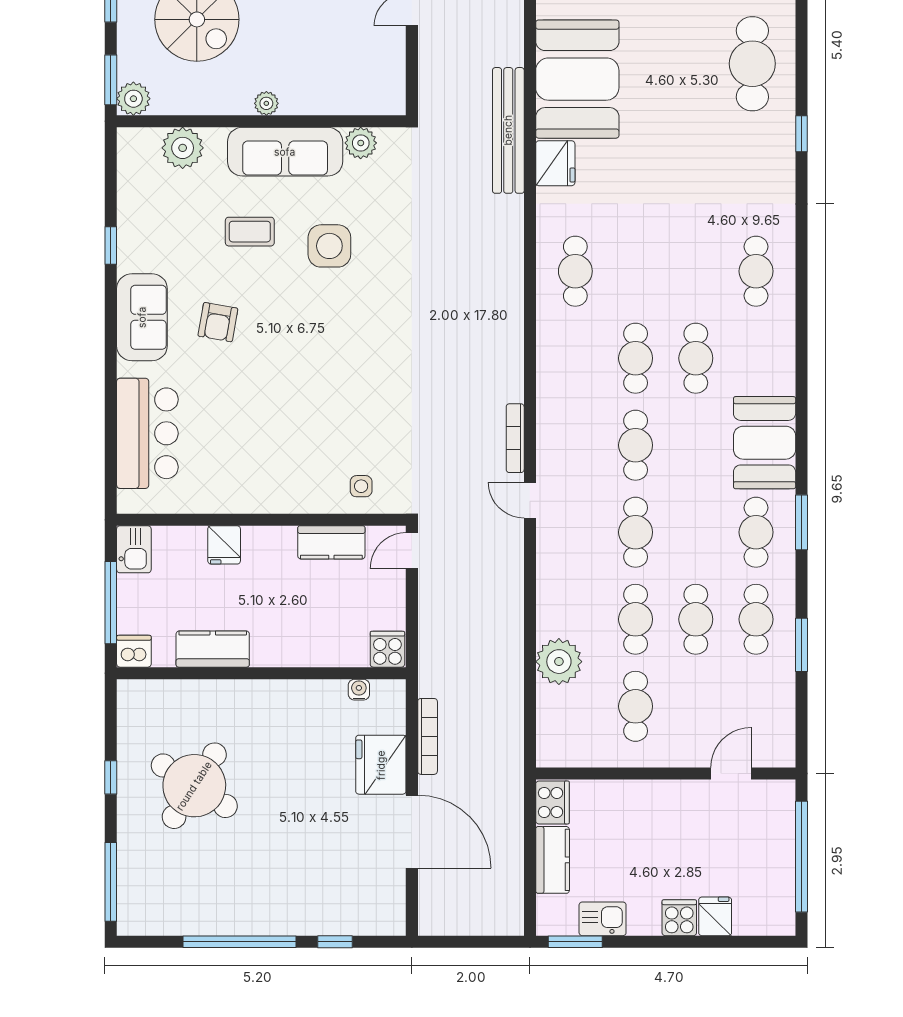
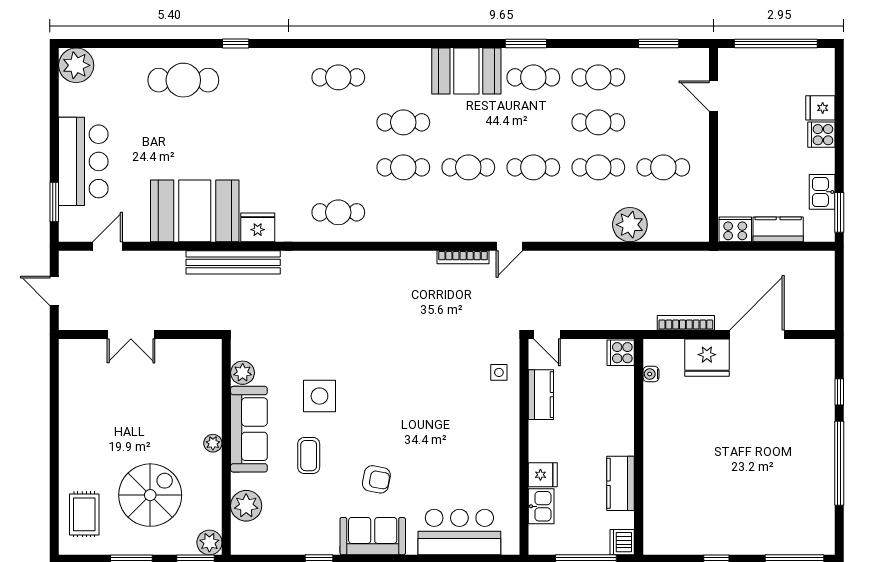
kitchen sink: (134, 549) -> (541, 506), moved, turned 90
window: (801, 645) -> (659, 43), moved
round table: (194, 786) -> (723, 497), removed

